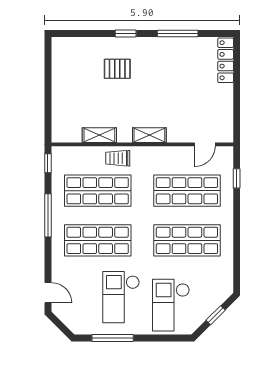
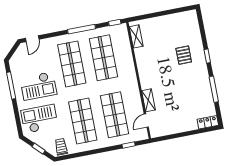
locker: (226, 60) -> (208, 122), width x0.66
shelving: (99, 135) -> (136, 36), moved
shelving: (149, 135) -> (148, 100), moved
door: (205, 144) -> (146, 121), hinge flipped
trolley: (118, 158) -> (61, 147), moved
checkout: (121, 297) -> (38, 86), turned 180

